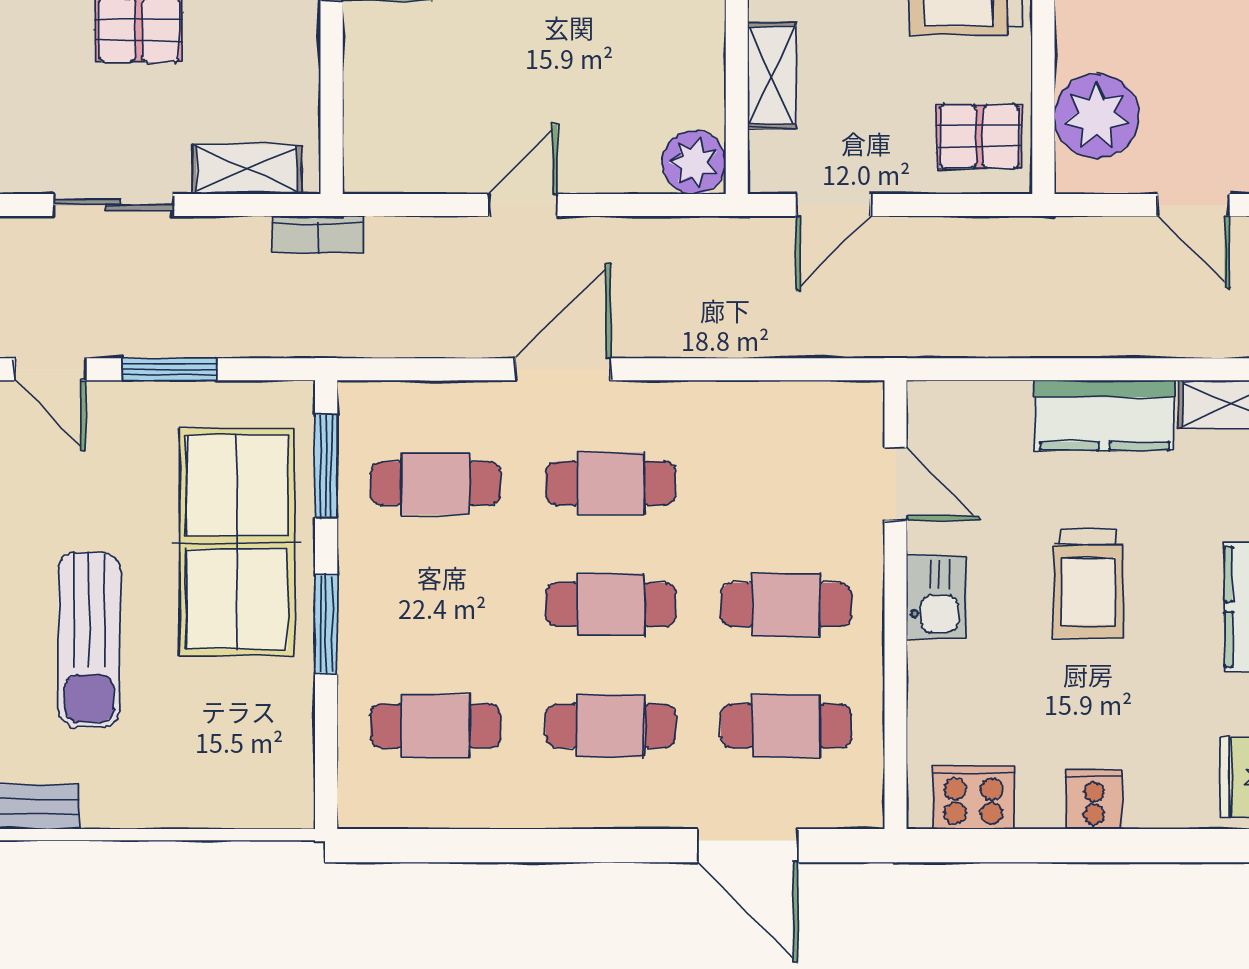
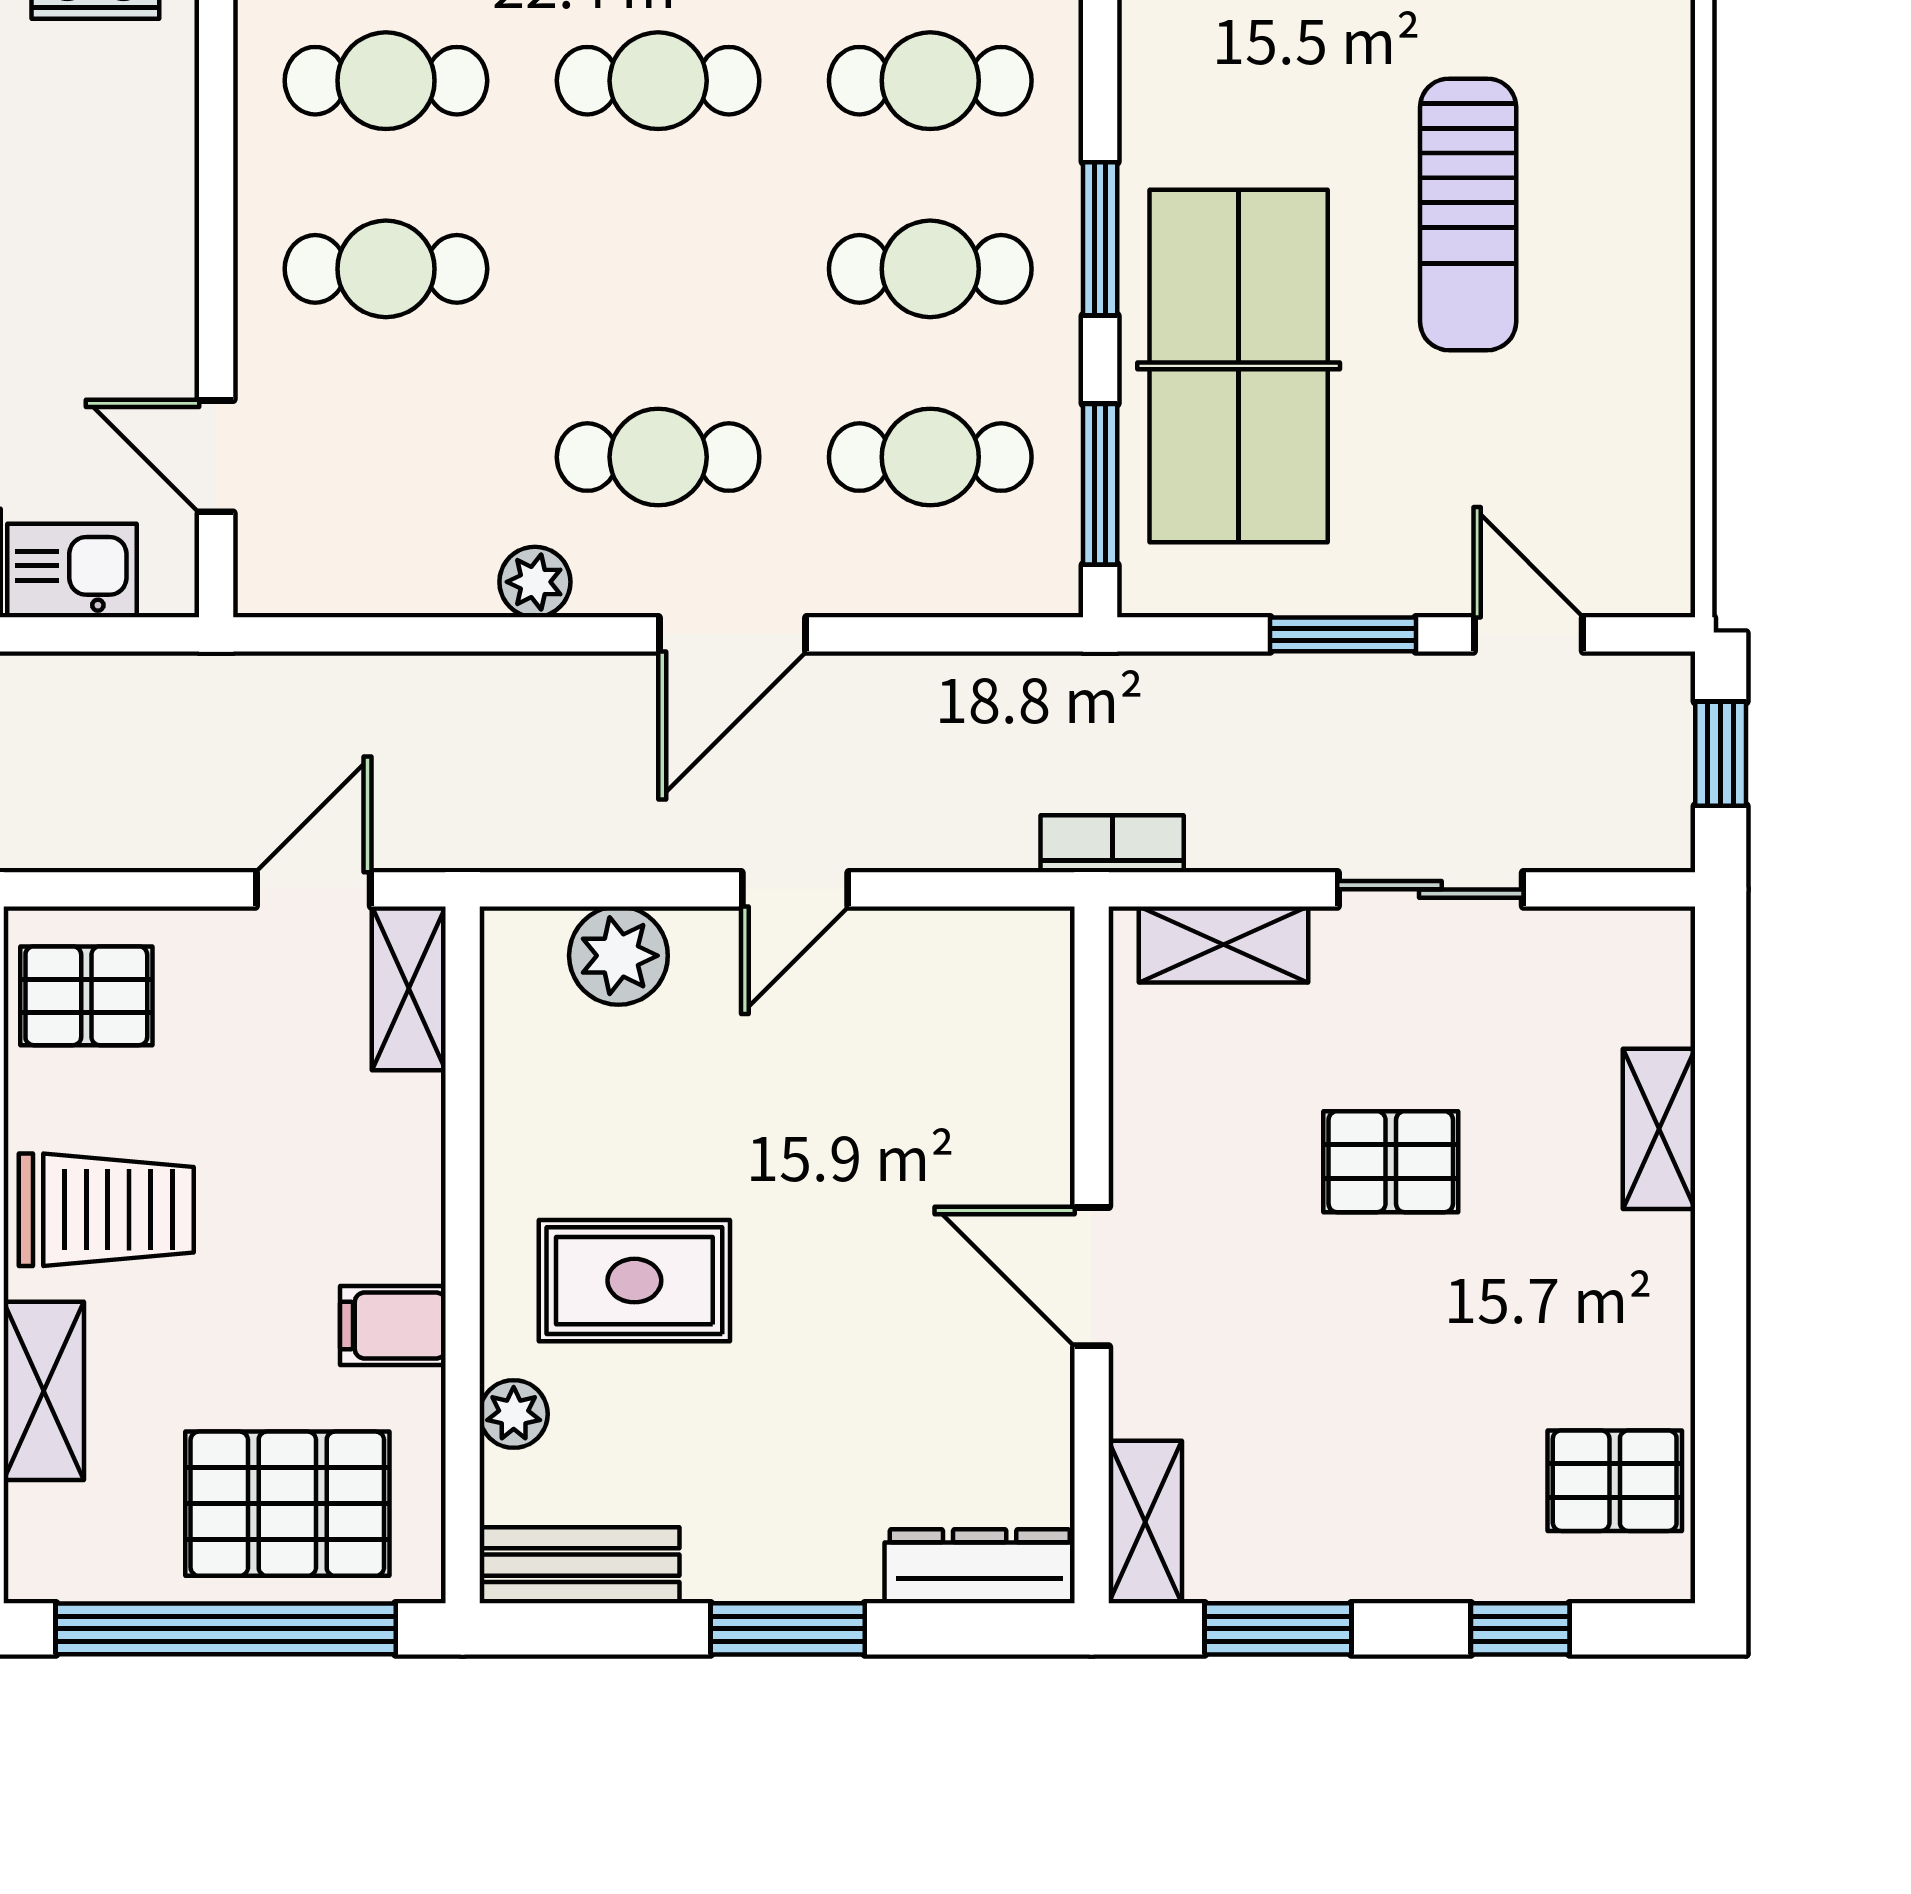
shelving: (771, 76) -> (409, 988), moved
plant: (694, 162) -> (618, 956), moved
plant: (690, 403) -> (535, 582), added
kitchen sink: (937, 597) -> (72, 571), moved, turned 90
cafe table: (611, 605) -> (930, 269), moved
sun lounger: (89, 640) -> (1468, 214), turned 180

